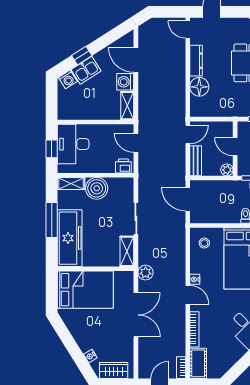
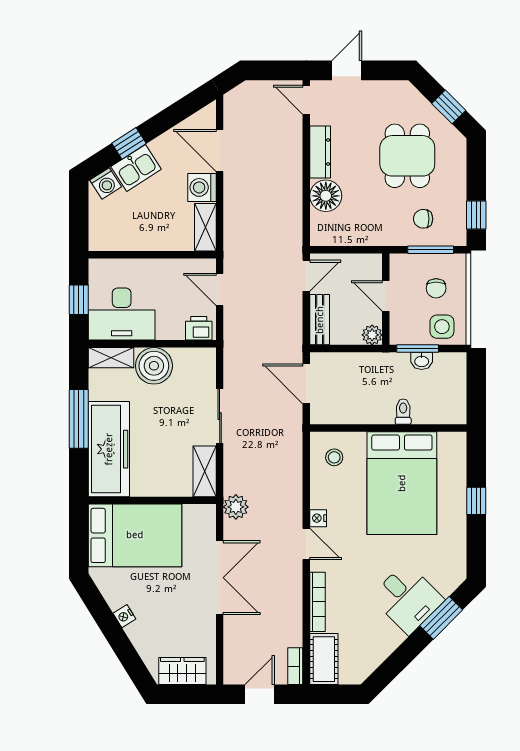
desk: (73, 144) -> (122, 314), moved, turned -90
nightstand: (90, 356) -> (124, 616), moved

